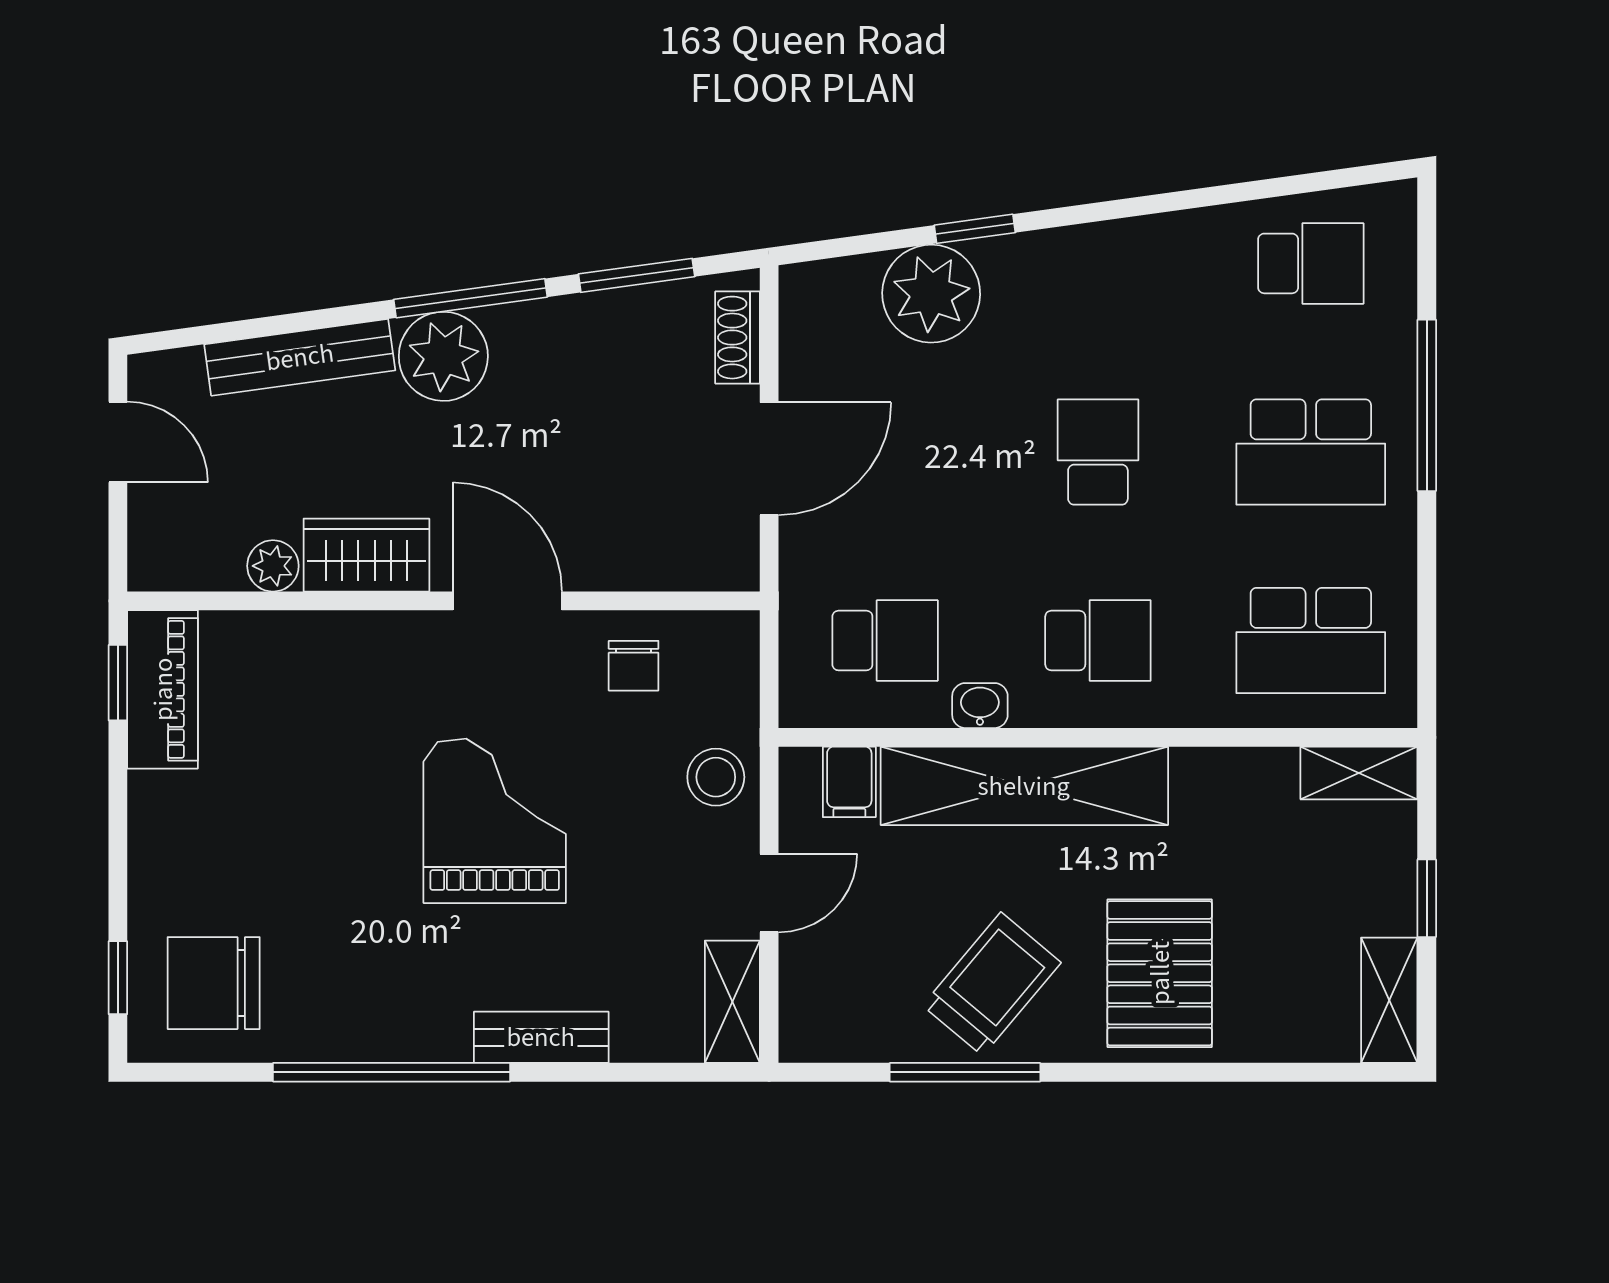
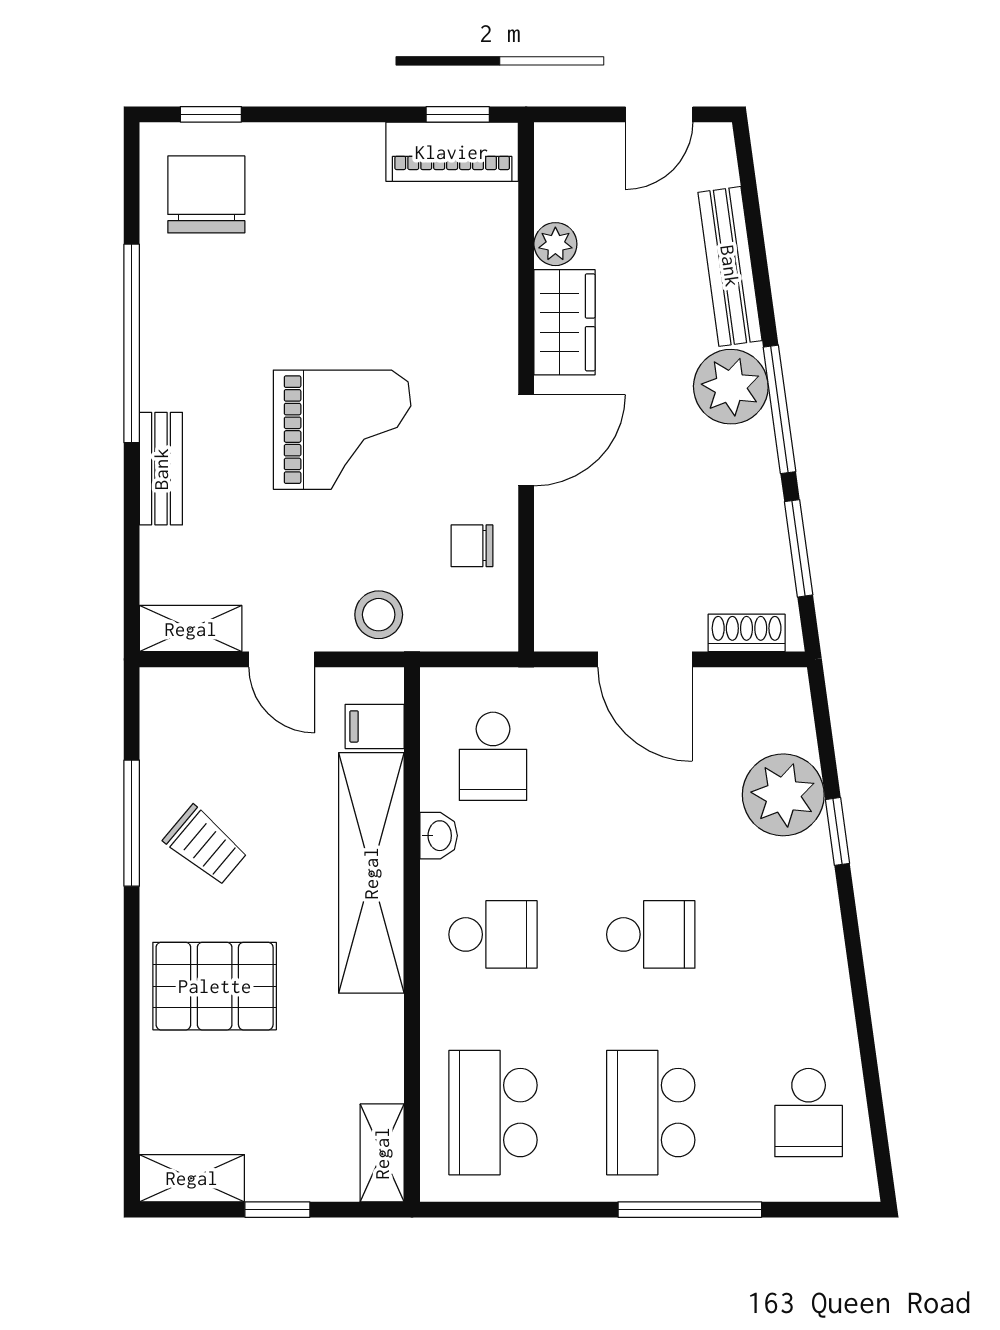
school desk: (1098, 641) -> (493, 934), turned -90
trolley: (992, 984) -> (206, 846), width x0.73, depth x0.72

